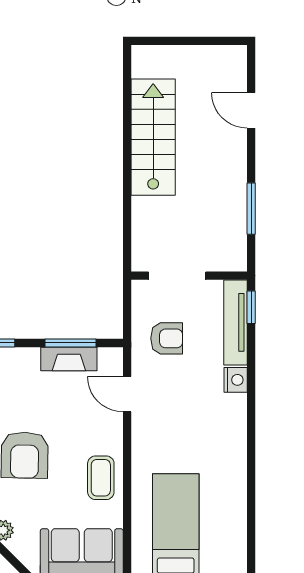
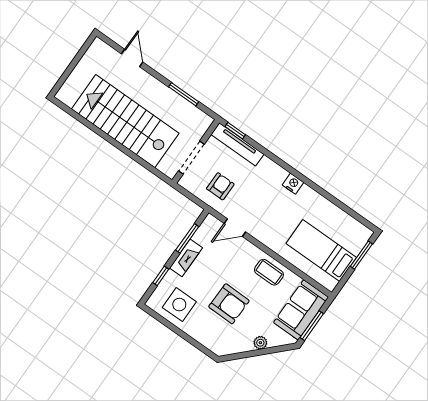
door: (251, 110) -> (132, 58), swing flipped
stairs: (153, 137) -> (125, 121), width x1.36, depth x1.51
fireplace: (69, 359) -> (186, 258), moved
nightstand: (236, 380) -> (293, 184), moved

